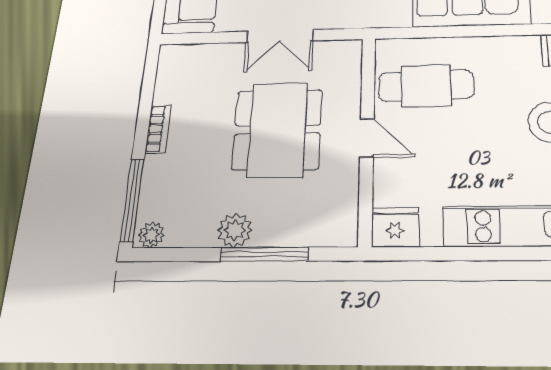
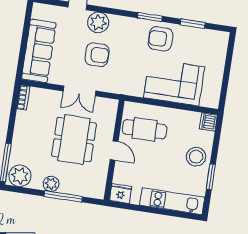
bookcase: (158, 129) -> (23, 98), moved
plant: (151, 235) -> (20, 176), width x1.88, depth x1.88

